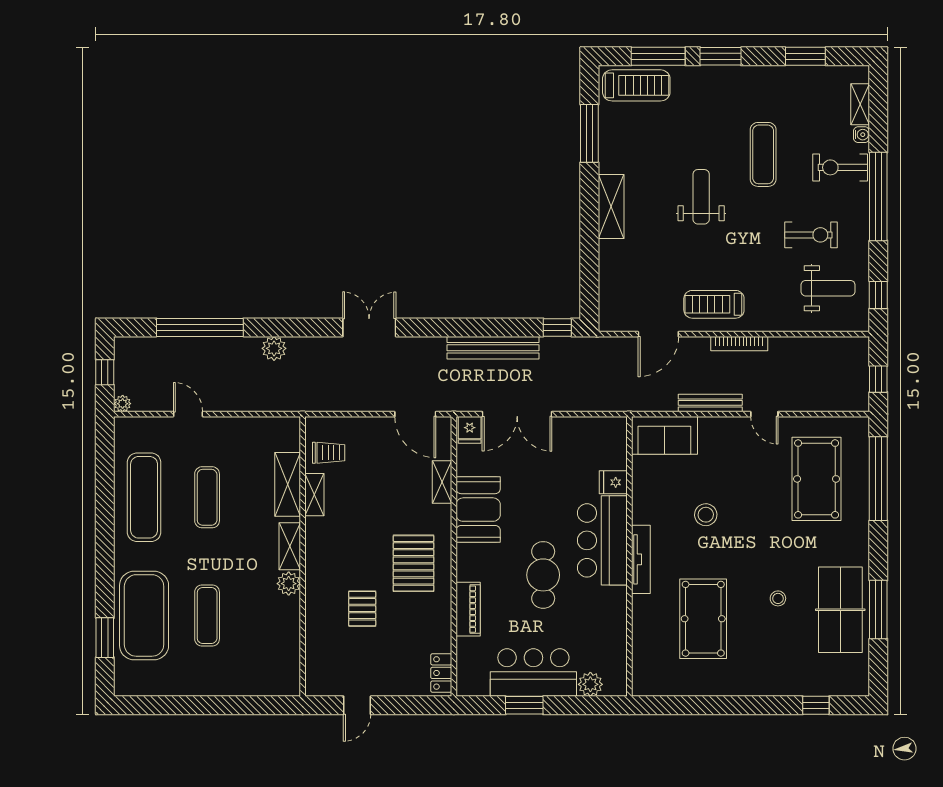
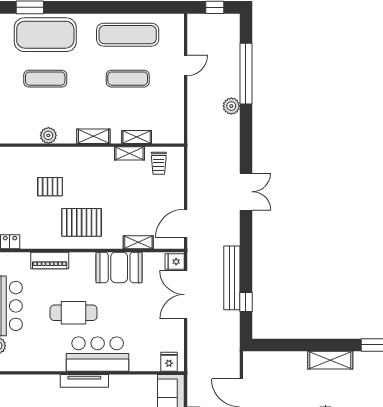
window: (557, 327) -> (246, 302), moved
plant: (274, 348) -> (231, 106), moved
plant: (123, 404) -> (193, 20), removed
fridge: (613, 482) -> (169, 362), moved
shelving: (288, 484) -> (137, 137), width x0.67, depth x0.75
plant: (289, 584) -> (48, 135), moved

